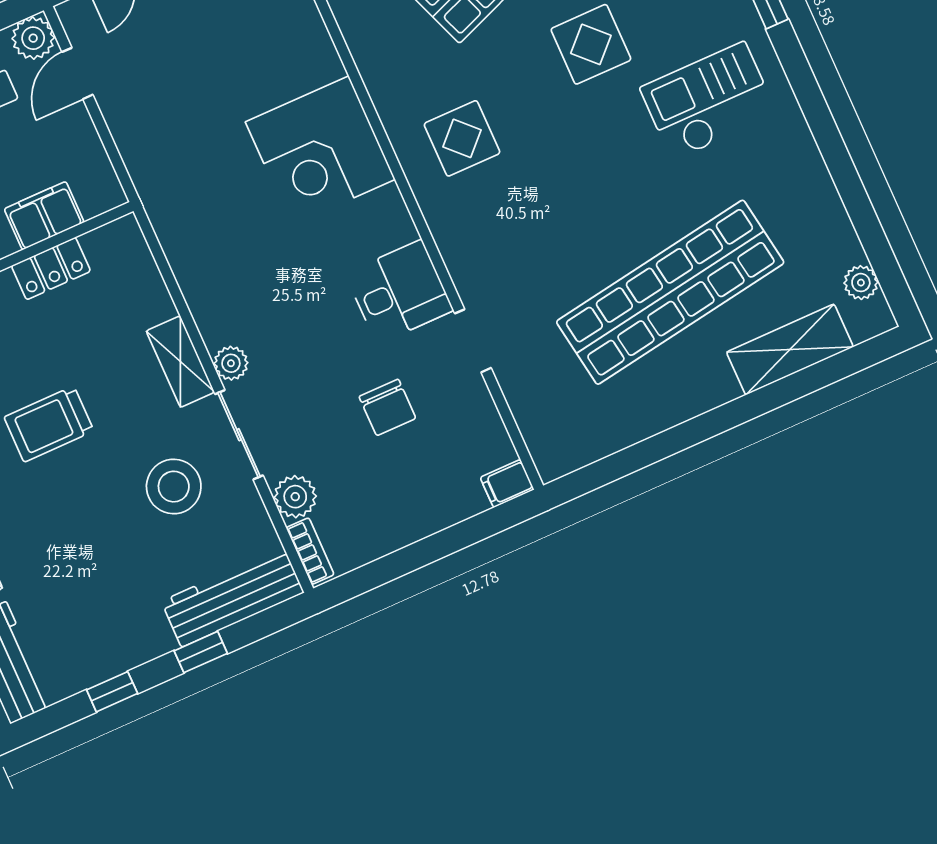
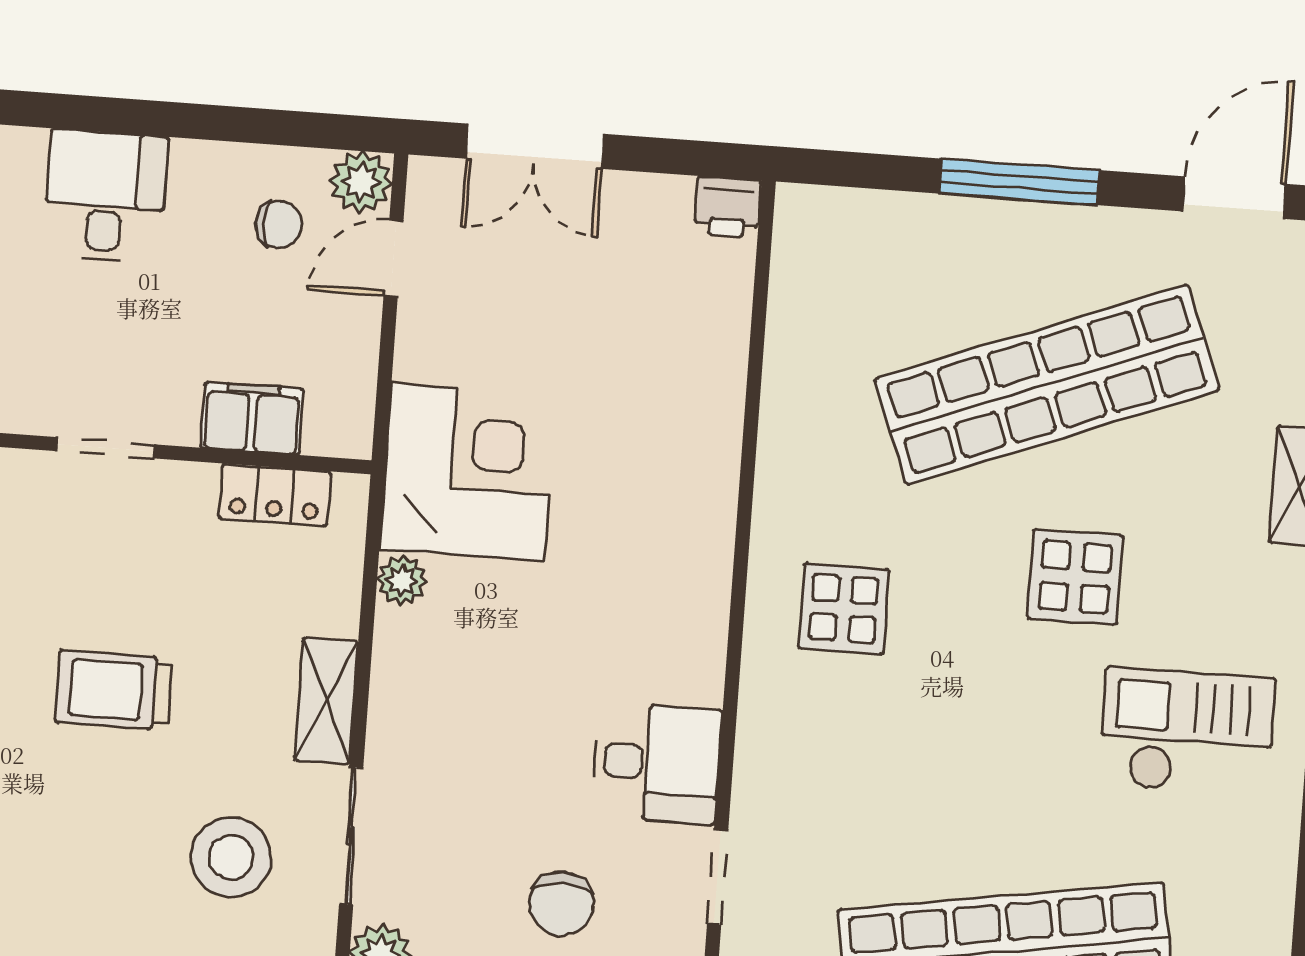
corner desk: (320, 151) -> (468, 472), moved, turned 180
locker: (51, 268) -> (275, 495), moved
plant: (231, 363) -> (402, 581), moved

